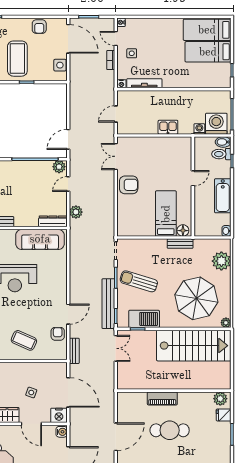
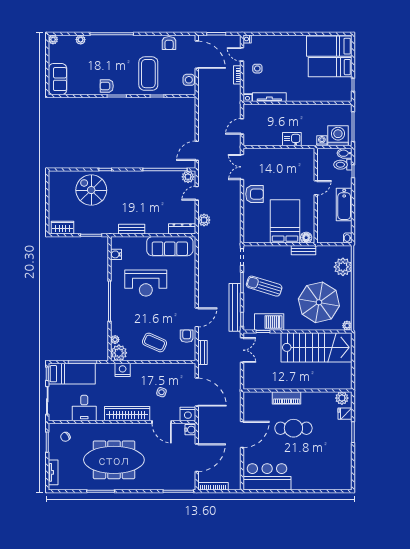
bed: (166, 214) -> (285, 221), width x1.50

